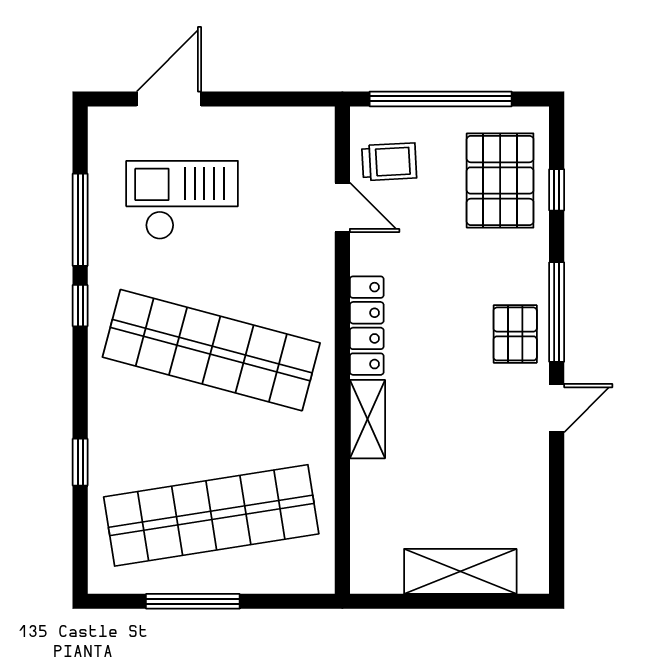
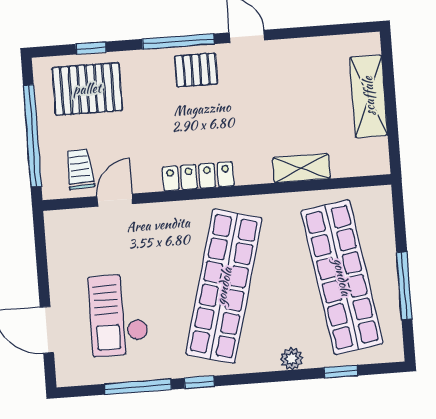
shelving: (367, 419) -> (301, 168), moved
plant: (103, 437) -> (292, 359), added
window: (80, 462) -> (341, 372), moved

